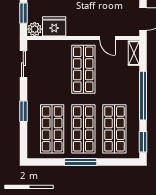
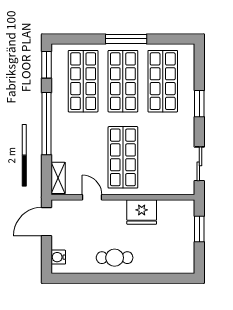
fridge: (54, 26) -> (142, 212), moved
plant: (35, 29) -> (185, 209), removed

